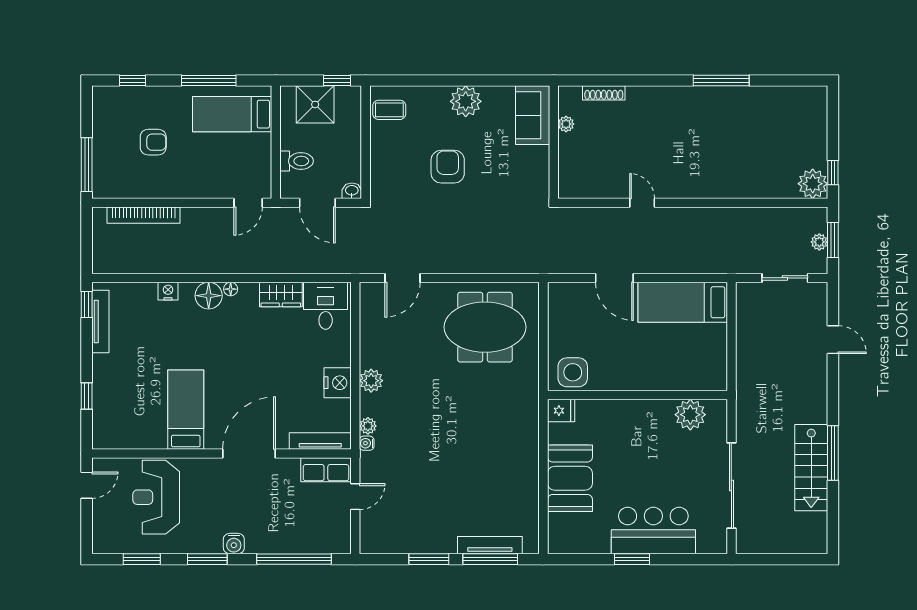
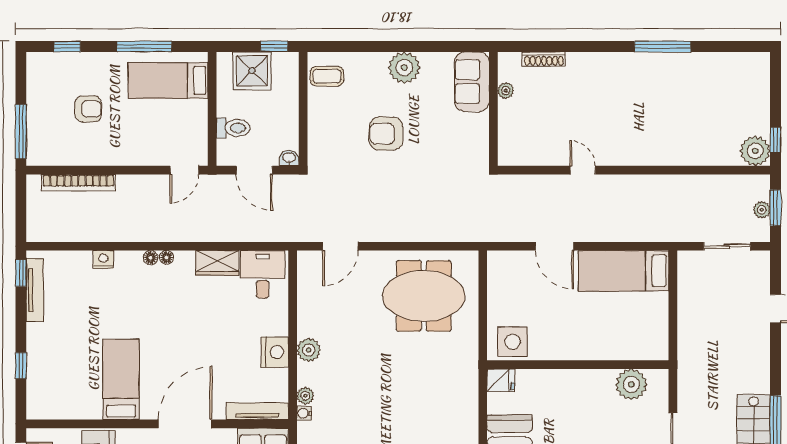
armchair: (448, 167) -> (386, 134), turned -90
floor lamp: (209, 296) -> (151, 258), width x0.53, depth x0.53

